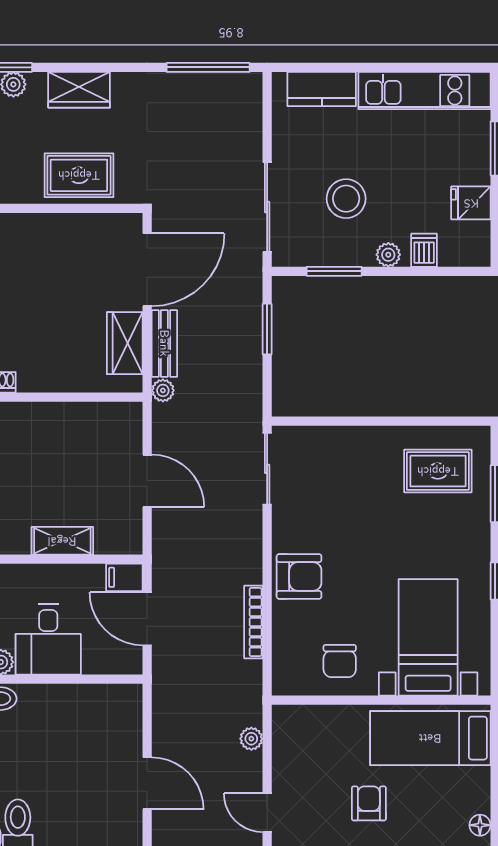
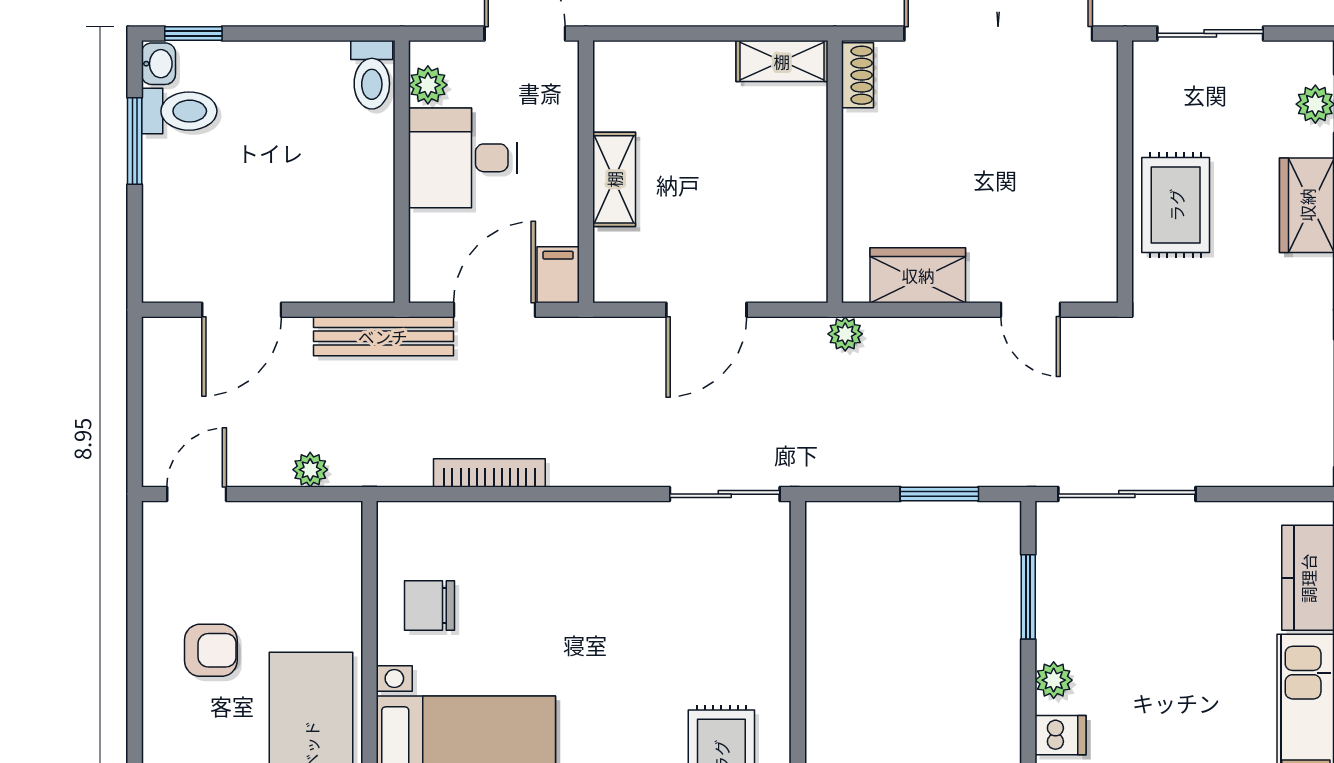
stool: (346, 199) -> (1140, 615), removed
door: (147, 270) -> (1030, 310), width x0.53
bench: (164, 343) -> (383, 336), moved, width x1.36
armchair: (299, 577) -> (559, 543), removed

